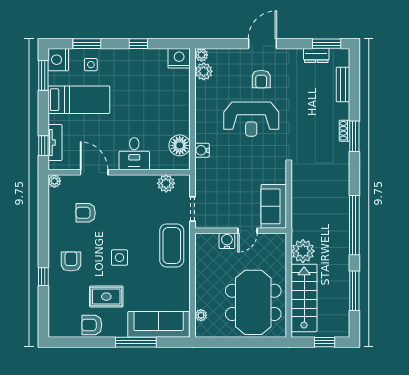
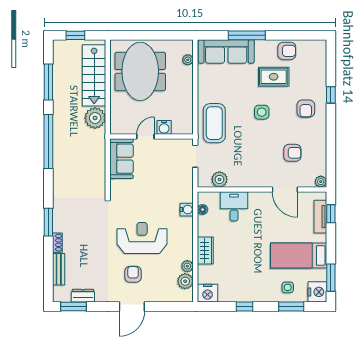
plant: (201, 55) -> (187, 266), moved
wardrobe: (182, 105) -> (205, 251), added
shoe rack: (344, 131) -> (57, 243), moved
floor lamp: (180, 145) -> (203, 210), width x0.53, depth x0.53
desk: (134, 154) -> (234, 206), moved

